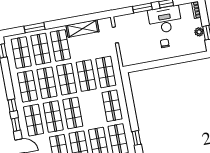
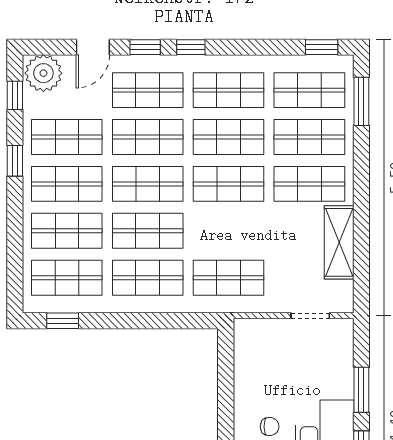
window: (35, 28) -> (361, 101), moved
shop shelf: (86, 76) -> (148, 231), moved

